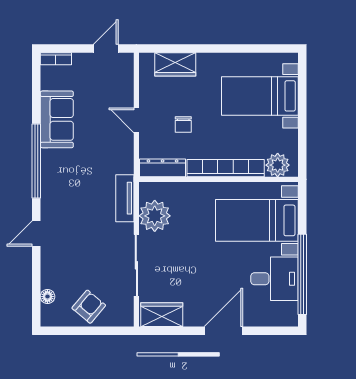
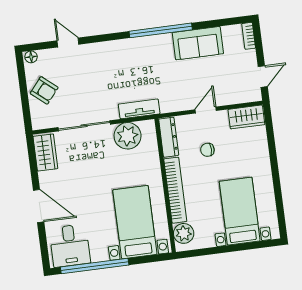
door: (106, 48) -> (263, 76), hinge flipped
wardrobe: (175, 64) -> (246, 117), moved, turned -90
door: (36, 233) -> (68, 42), moved
desk: (274, 279) -> (70, 246), moved
floor lamp: (47, 297) -> (31, 57), moved

